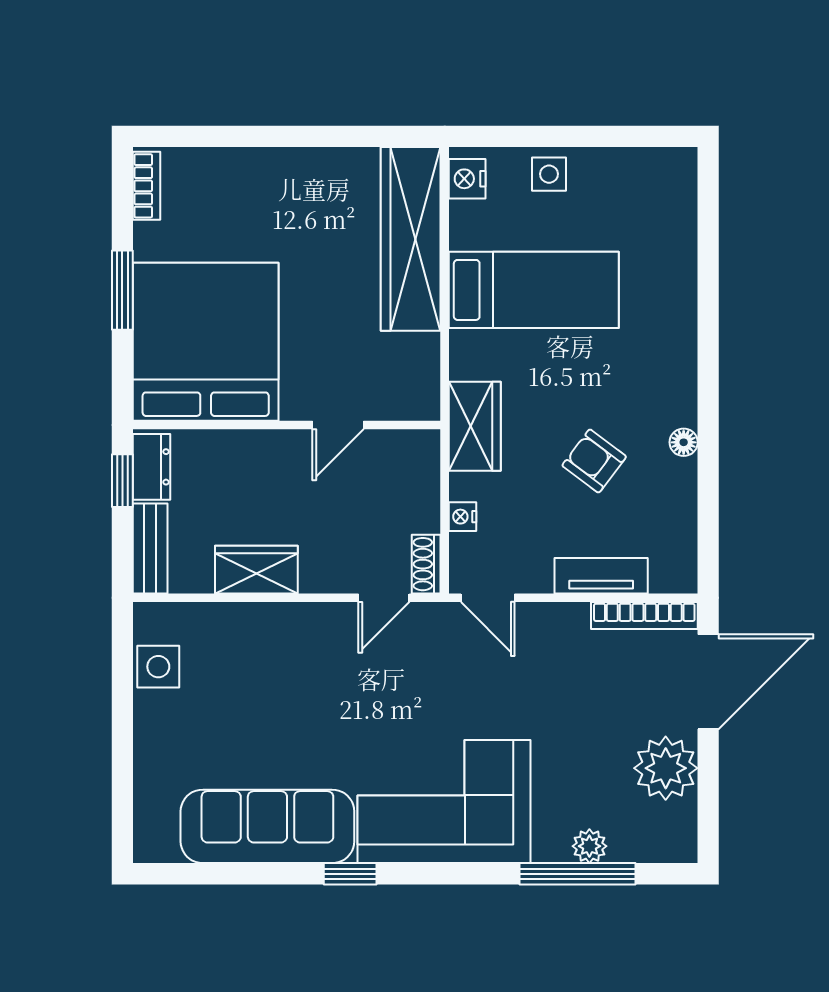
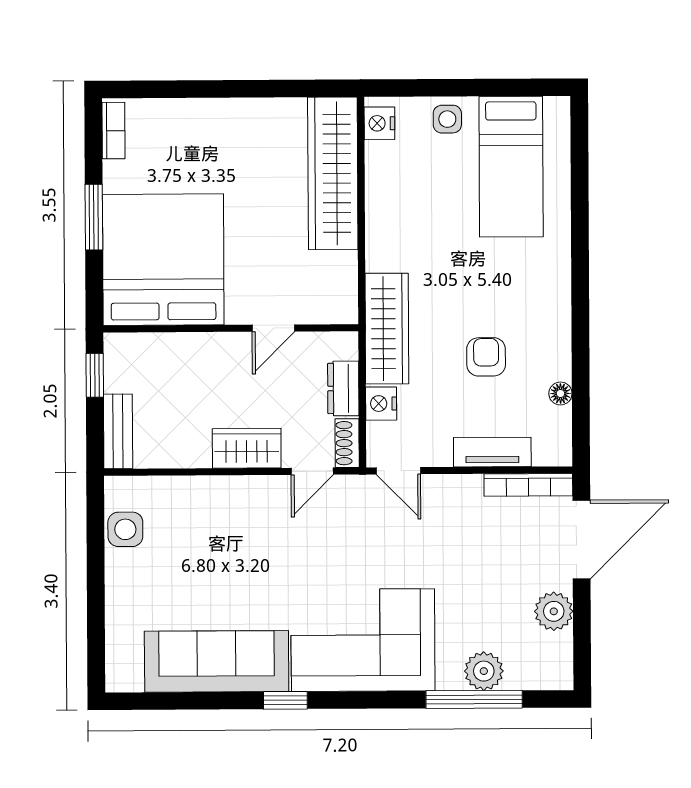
bed: (534, 290) -> (511, 167), moved, turned 90
wardrobe: (475, 426) -> (387, 329), width x1.50
floor lamp: (684, 442) -> (560, 393), moved
armchair: (594, 461) -> (486, 357), turned 53
dresser: (151, 467) -> (343, 388), moved, turned 180
nightstand: (463, 517) -> (381, 404), width x1.39, depth x1.35
wardrobe: (256, 570) -> (247, 448), moved
plant: (666, 768) -> (554, 611), width x0.73, depth x0.73
plant: (589, 846) -> (484, 671), width x1.38, depth x1.38

